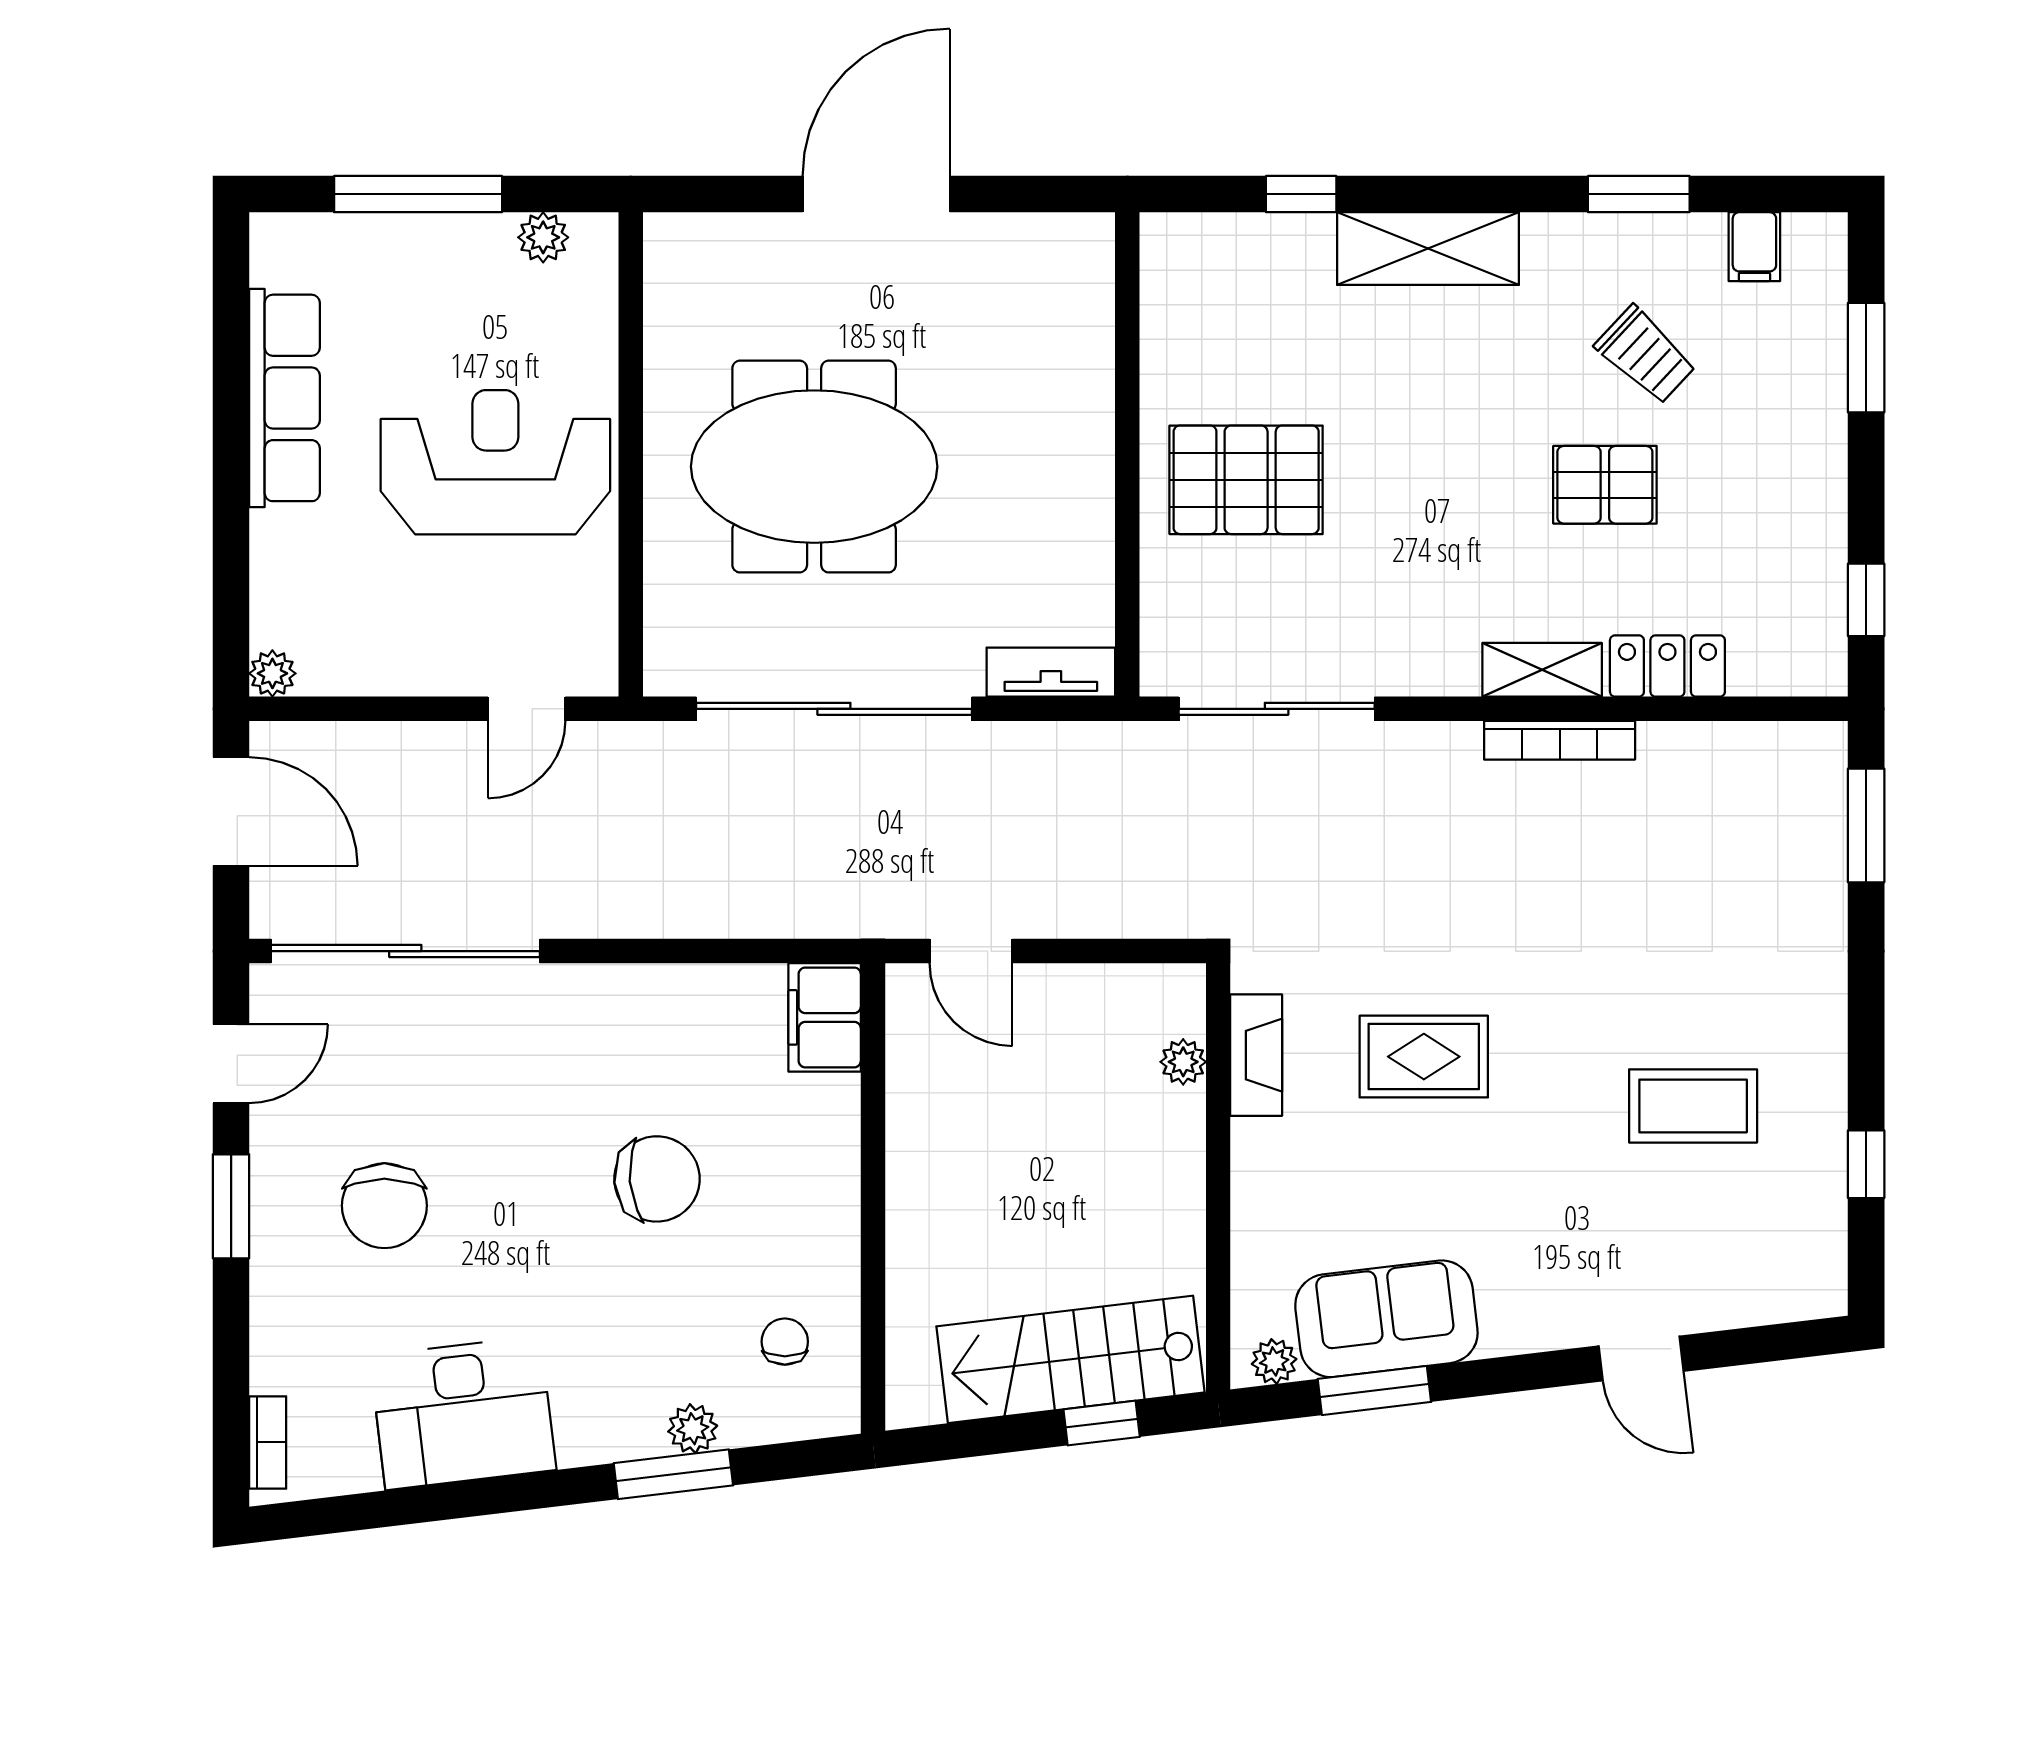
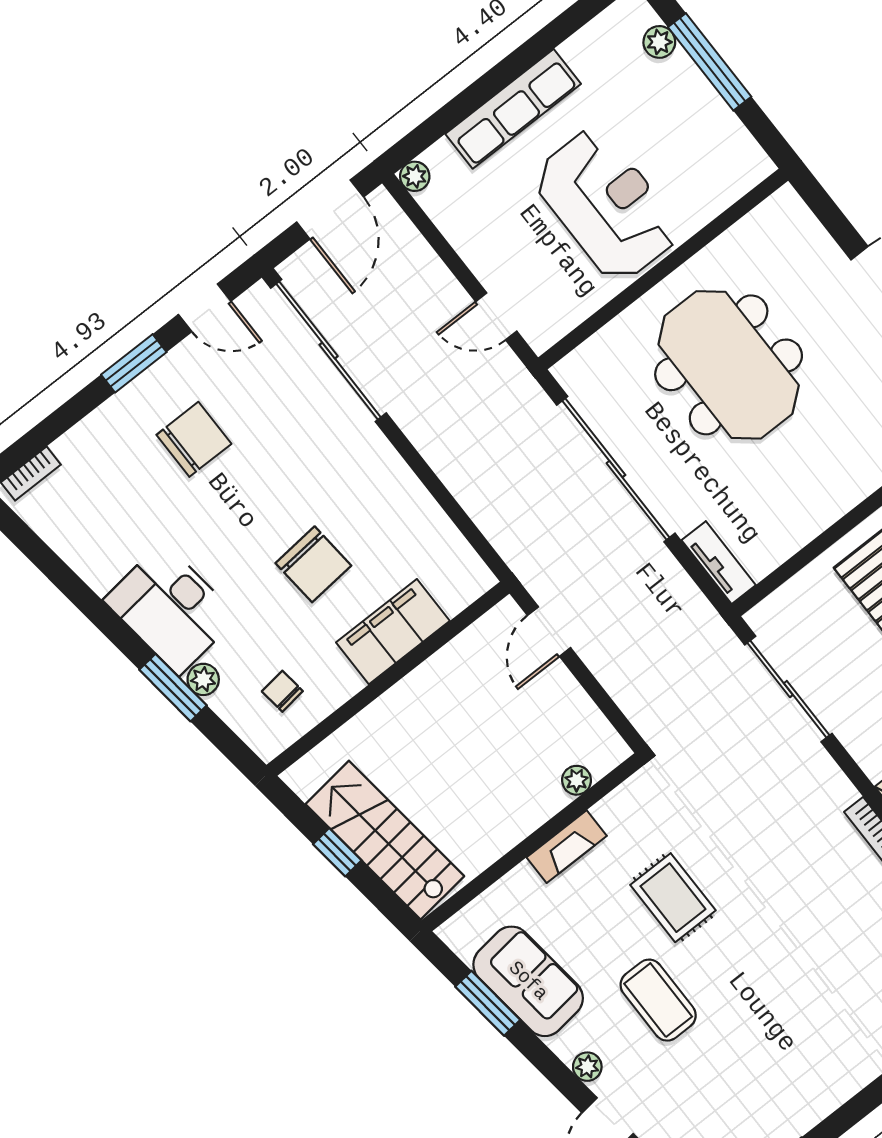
plant: (543, 237) -> (659, 42), moved
row of seats: (284, 398) -> (513, 109), moved
filing cabinet: (825, 1017) -> (393, 632), moved, width x1.50, depth x1.17
fireplace: (1256, 1055) -> (567, 847), moved
coffee table: (1693, 1106) -> (658, 1000), moved
chair: (384, 1206) -> (194, 439), turned 180
chair: (785, 1342) -> (282, 691), turned -97
plant: (1274, 1361) -> (587, 1067), moved
desk: (463, 1413) -> (171, 608), moved
window: (1102, 1423) -> (337, 852), moved

